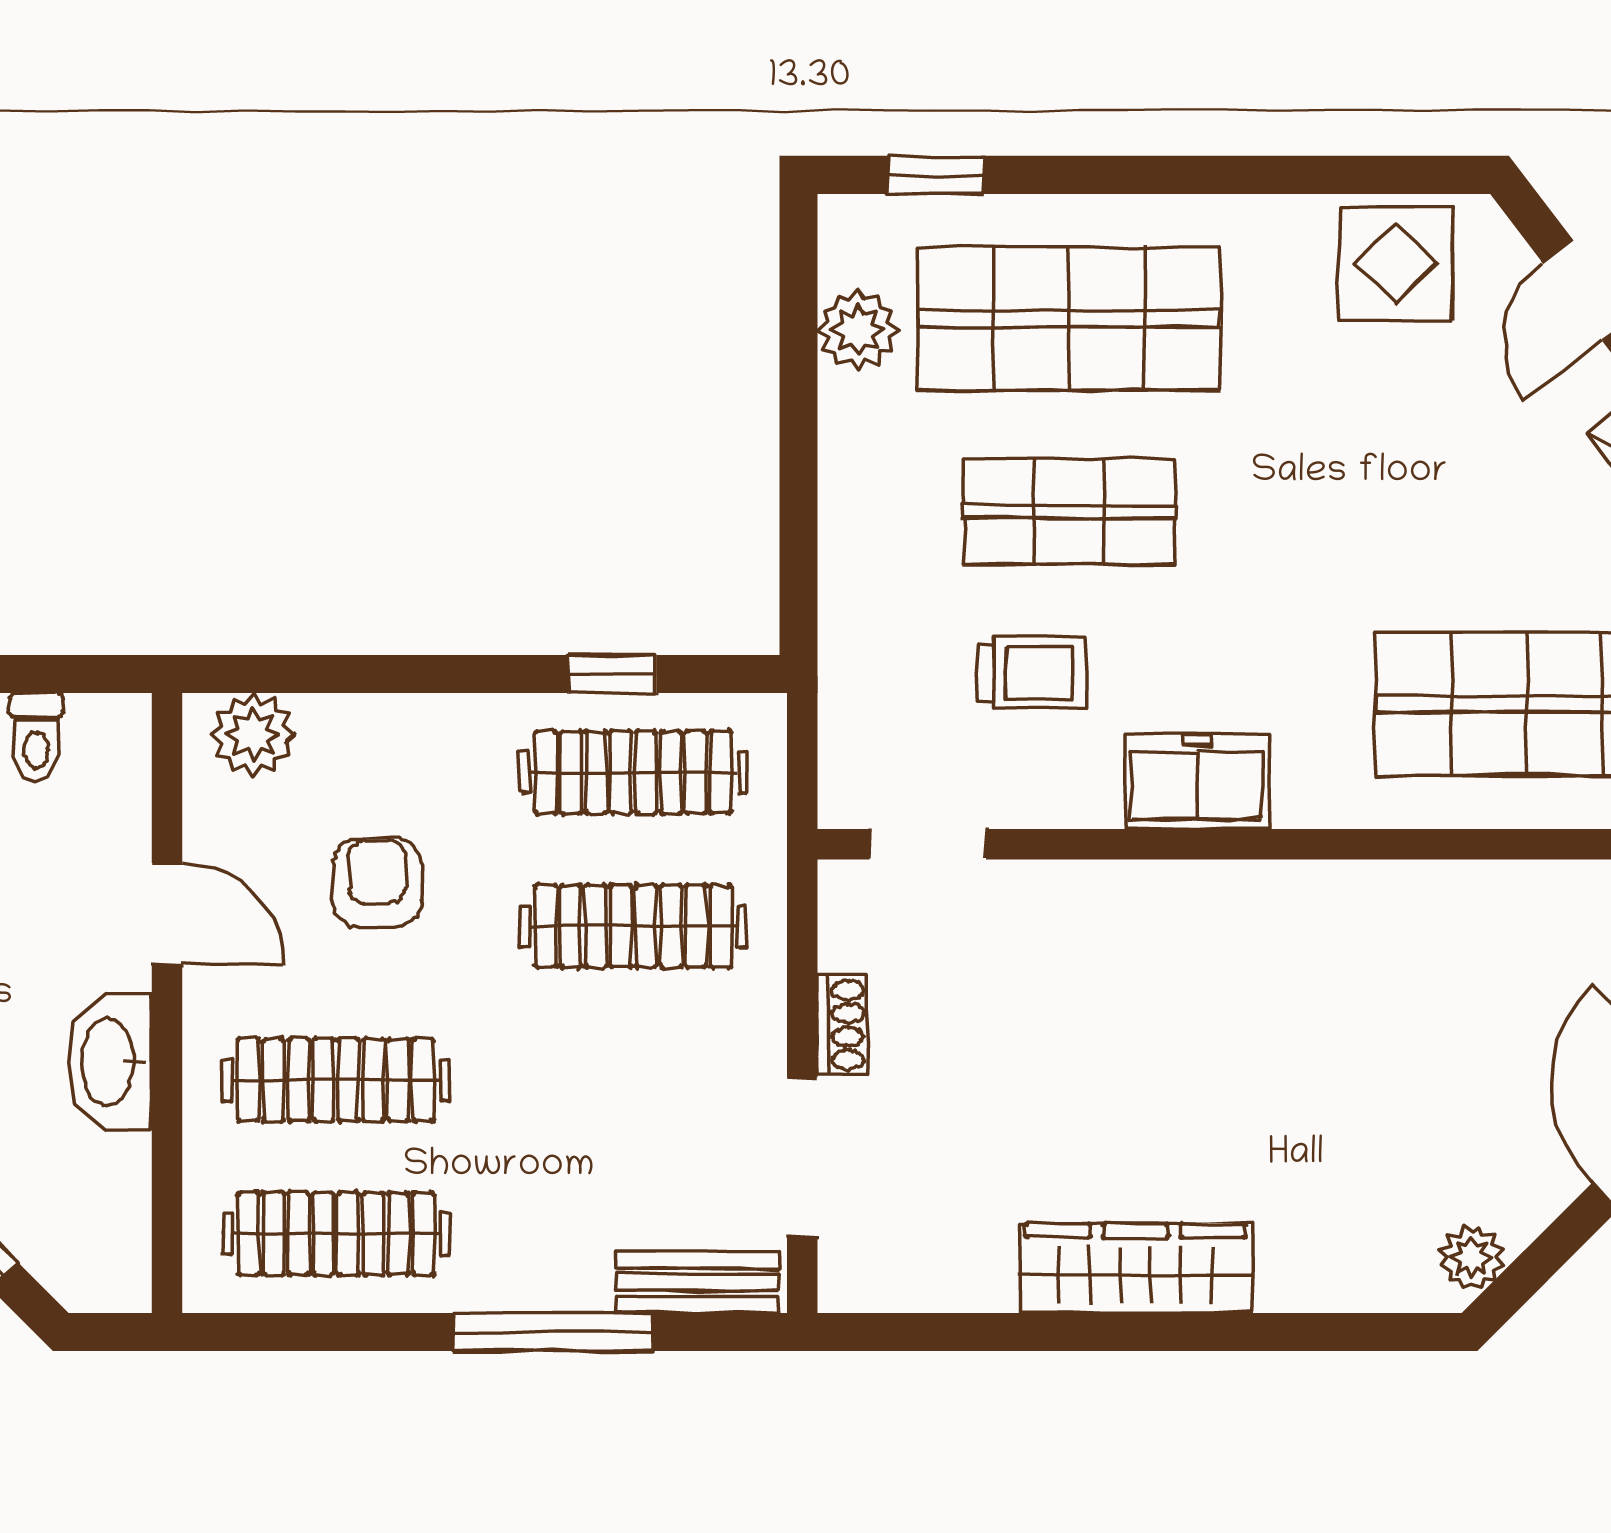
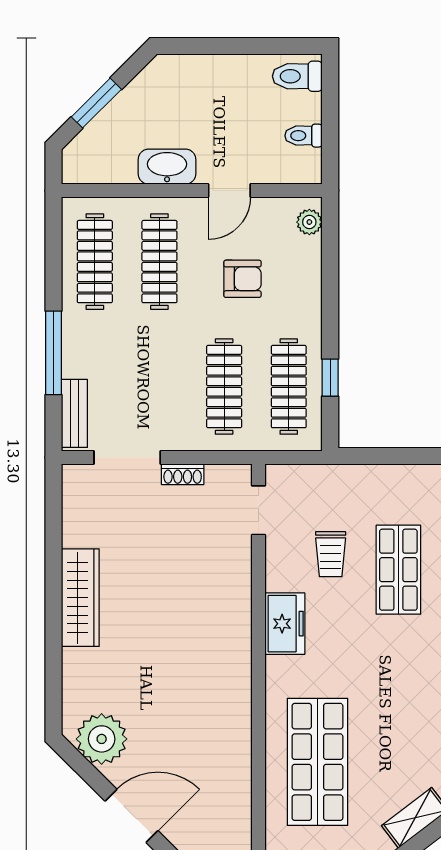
plant: (253, 735) -> (309, 222), width x0.73, depth x0.73
plant: (1472, 1257) -> (102, 739), width x1.87, depth x1.87

